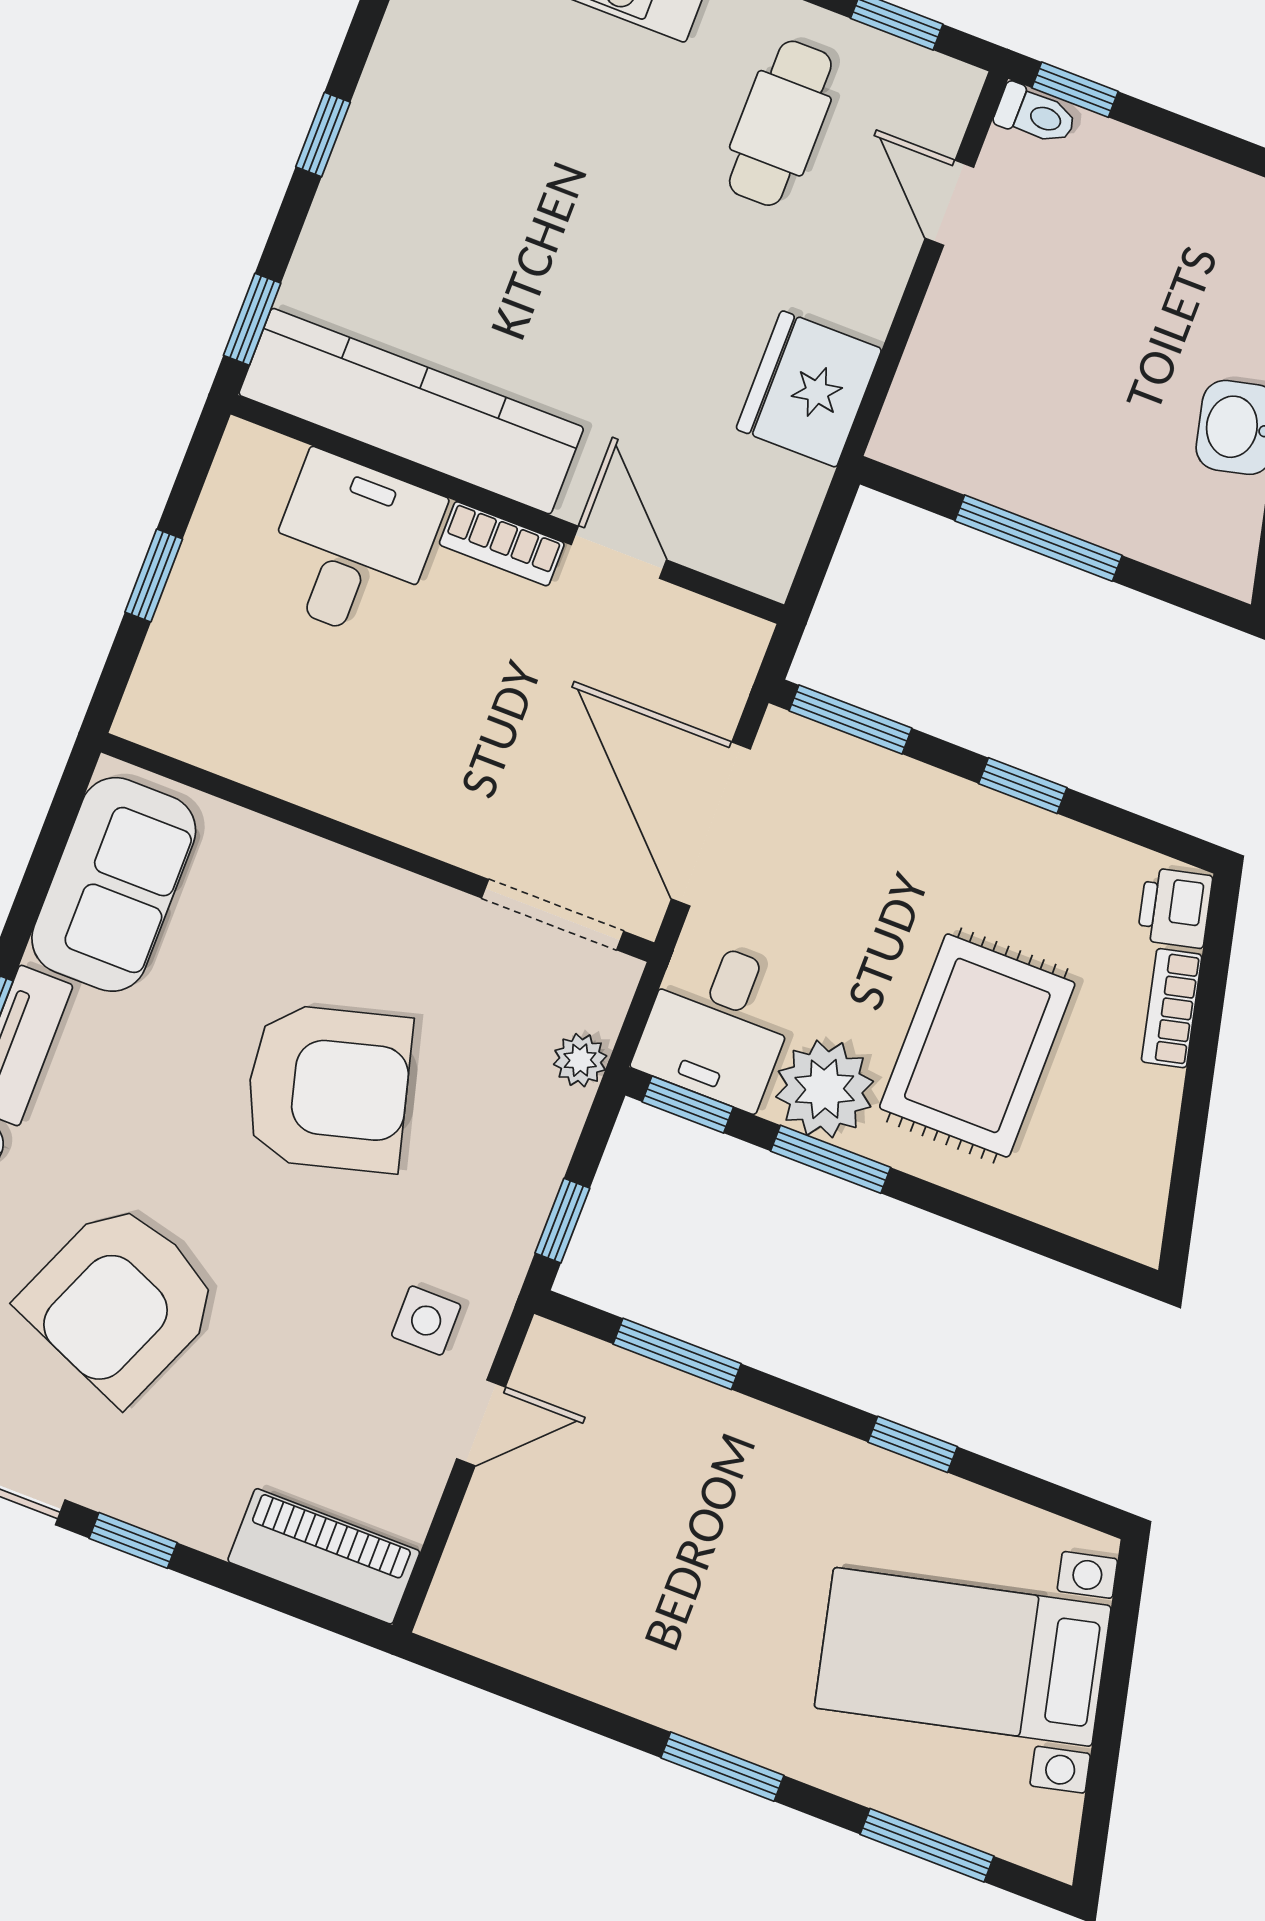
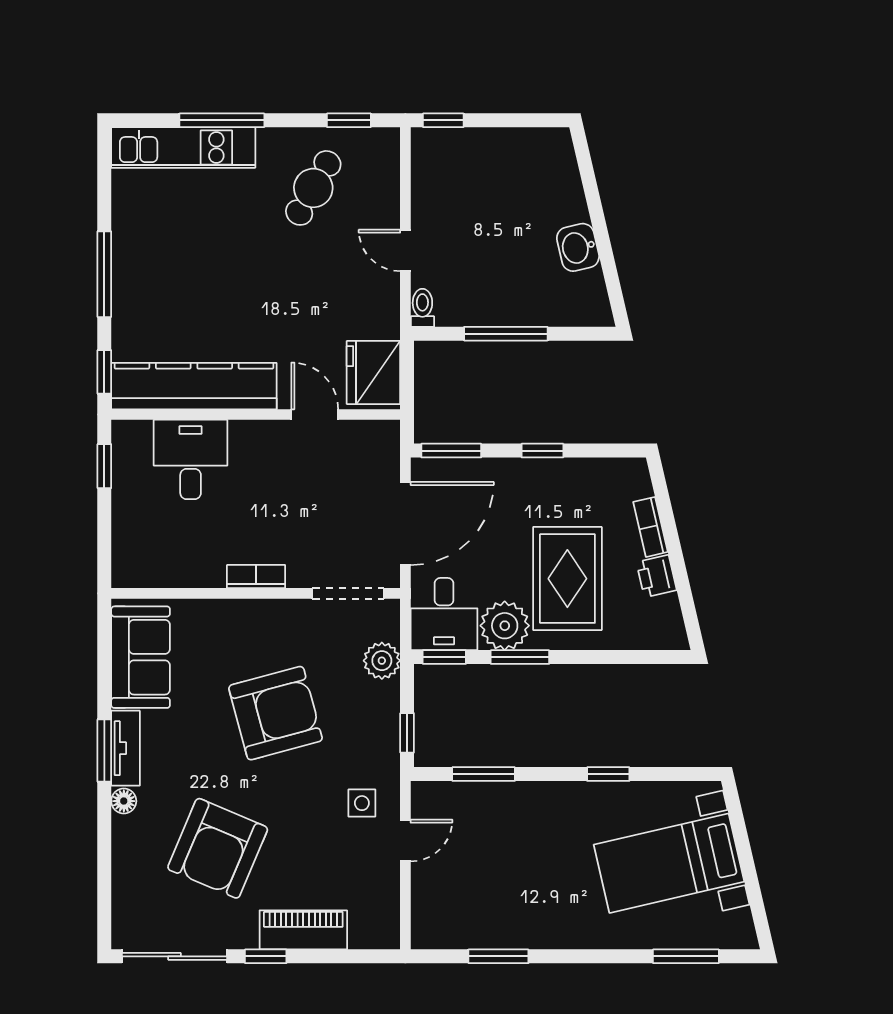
toilet: (1036, 115) -> (422, 308), moved, turned -90
cafe table: (780, 123) -> (313, 188), turned 30
window: (323, 135) -> (104, 274), width x2.17
door: (949, 203) -> (405, 250), moved
fridge: (809, 389) -> (373, 373), moved
bookcase: (502, 544) -> (256, 577), moved, turned 180
window: (154, 576) -> (104, 466), moved
door: (711, 824) -> (405, 524), swing flipped
printer: (1175, 908) -> (656, 576), moved
plant: (580, 1060) -> (382, 661), width x1.38, depth x1.38
piano: (324, 1556) -> (303, 930), moved
window: (722, 1767) -> (498, 956), moved

